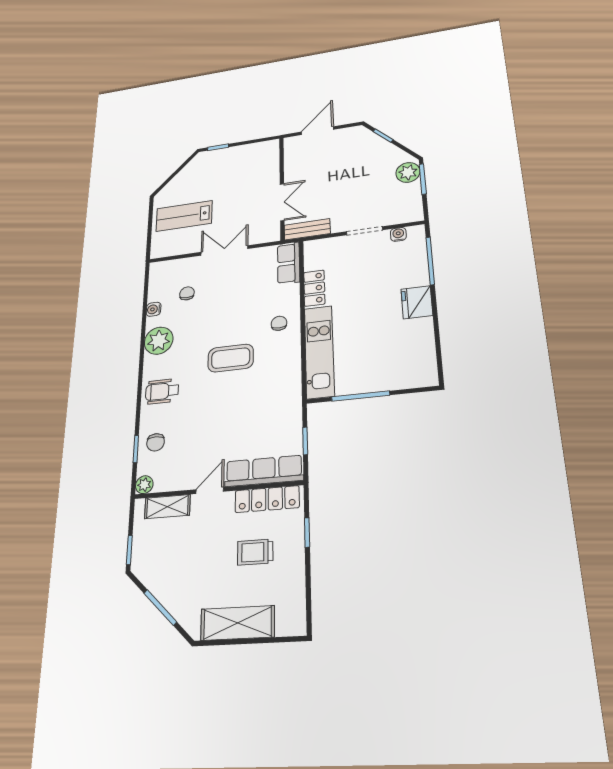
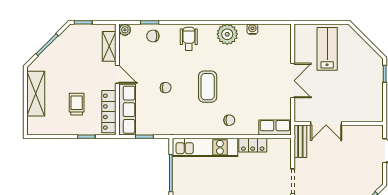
chair: (187, 293) -> (166, 88), moved

